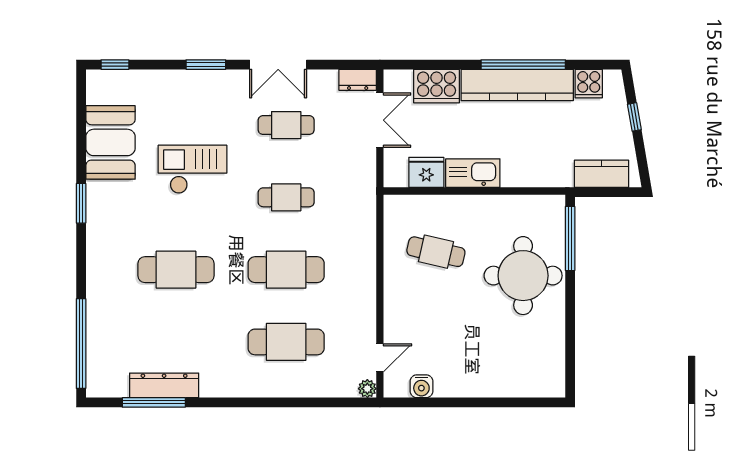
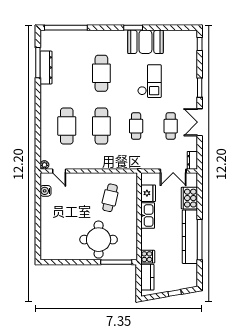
cooker: (589, 84) -> (148, 257), moved, turned 180
booth: (110, 142) -> (145, 42), moved

